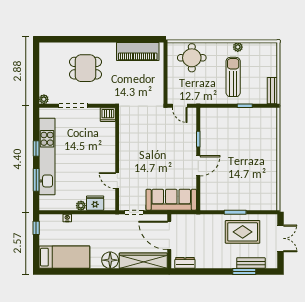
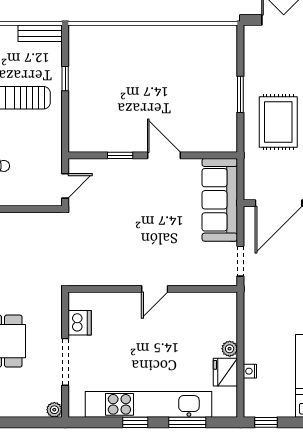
dishwasher: (108, 115) -> (80, 323), moved
door: (117, 181) -> (155, 289), moved
fridge: (95, 203) -> (225, 372), moved
rug: (243, 232) -> (278, 122), moved

